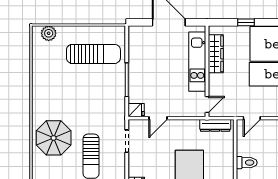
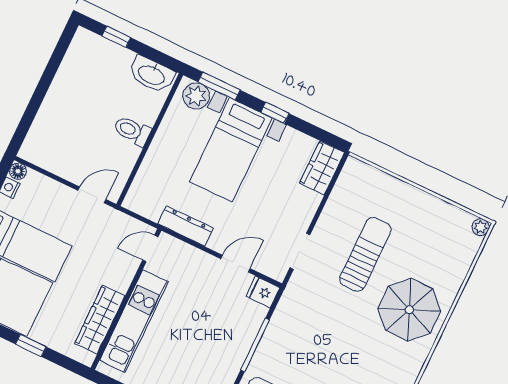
dresser: (215, 125) -> (186, 226), moved

